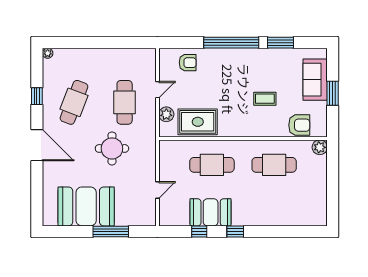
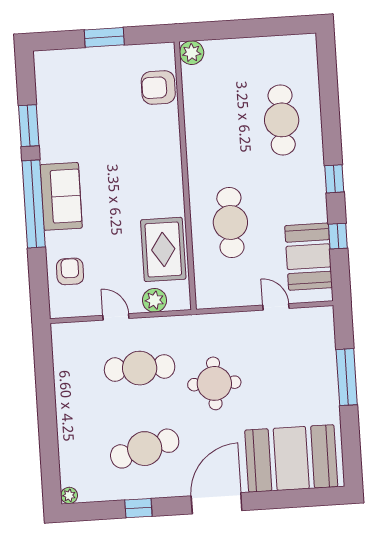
sofa: (315, 80) -> (61, 196), moved, turned -90
coffee table: (265, 99) -> (120, 145), removed
cafe table: (74, 102) -> (145, 449), turned -36
armchair: (299, 125) -> (158, 87), turned -90
cafe table: (274, 165) -> (282, 120), moved
booth: (86, 206) -> (291, 458), moved, turned 90
booth: (211, 212) -> (308, 257), moved

